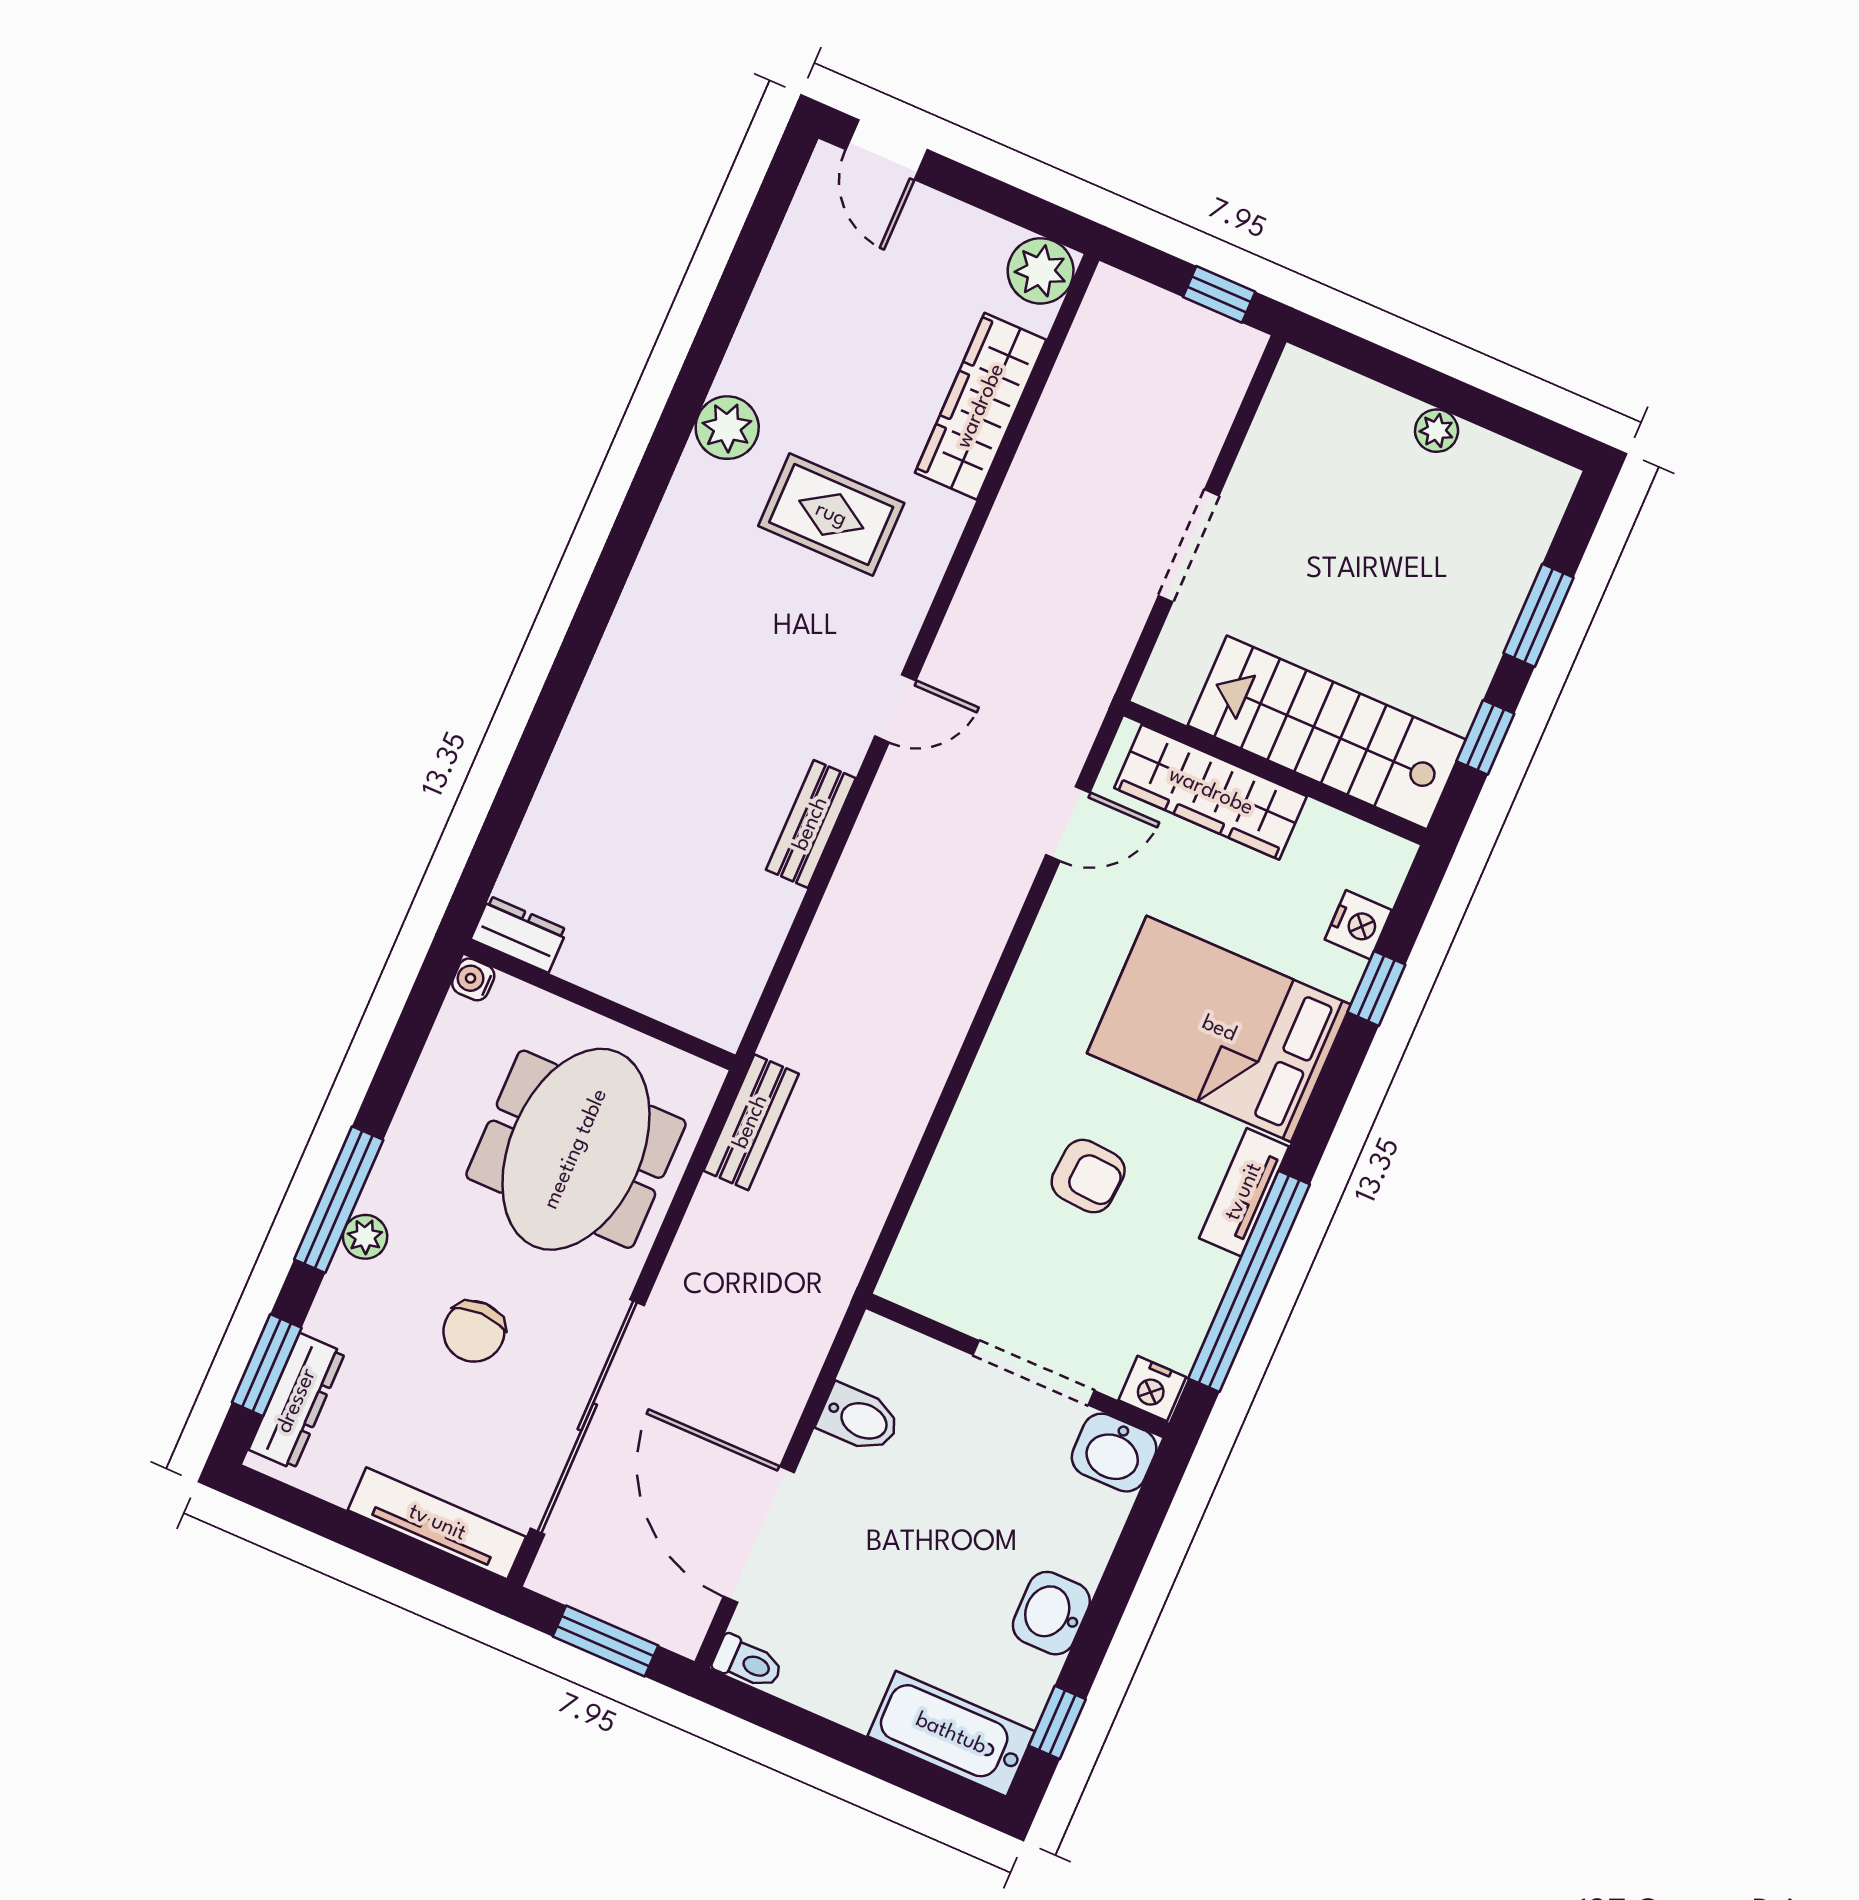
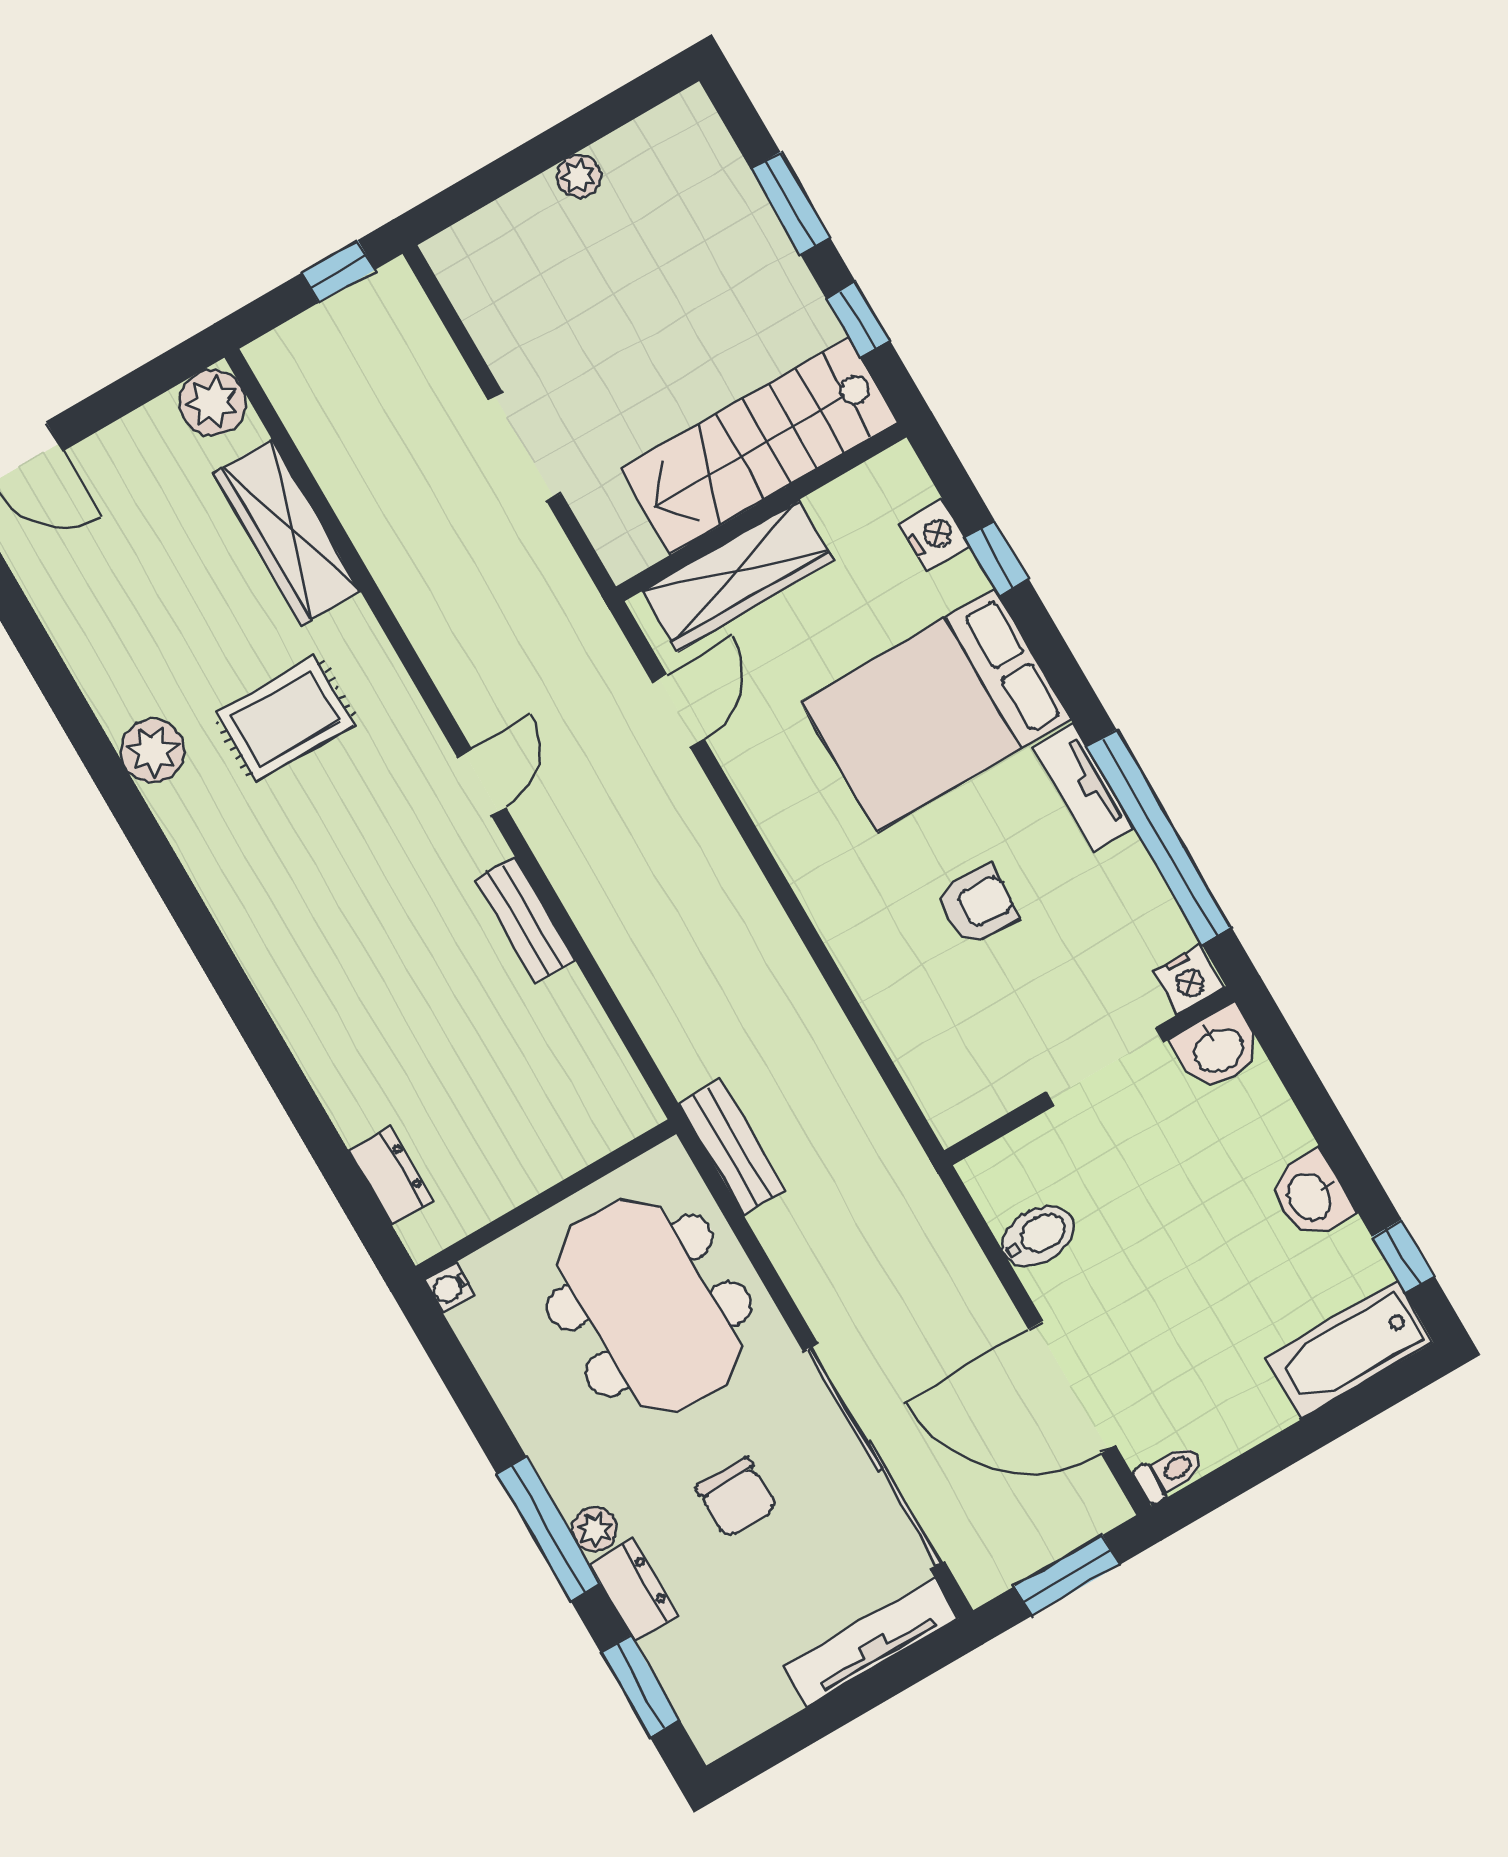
dresser: (519, 934) -> (391, 1176), moved, turned 90
dresser: (297, 1401) -> (633, 1590), moved, width x0.70

